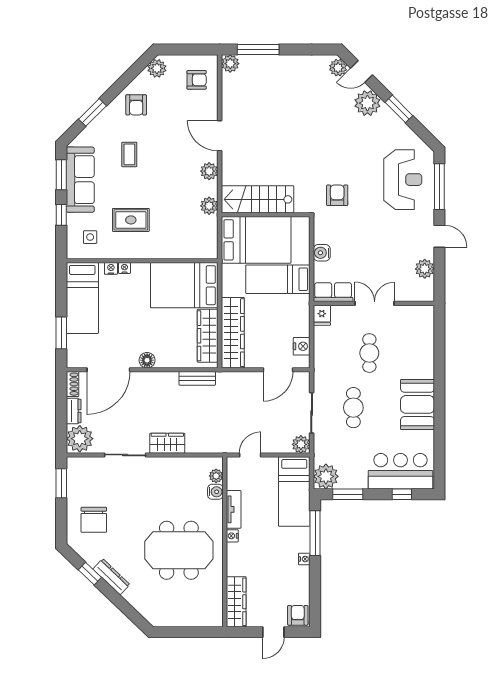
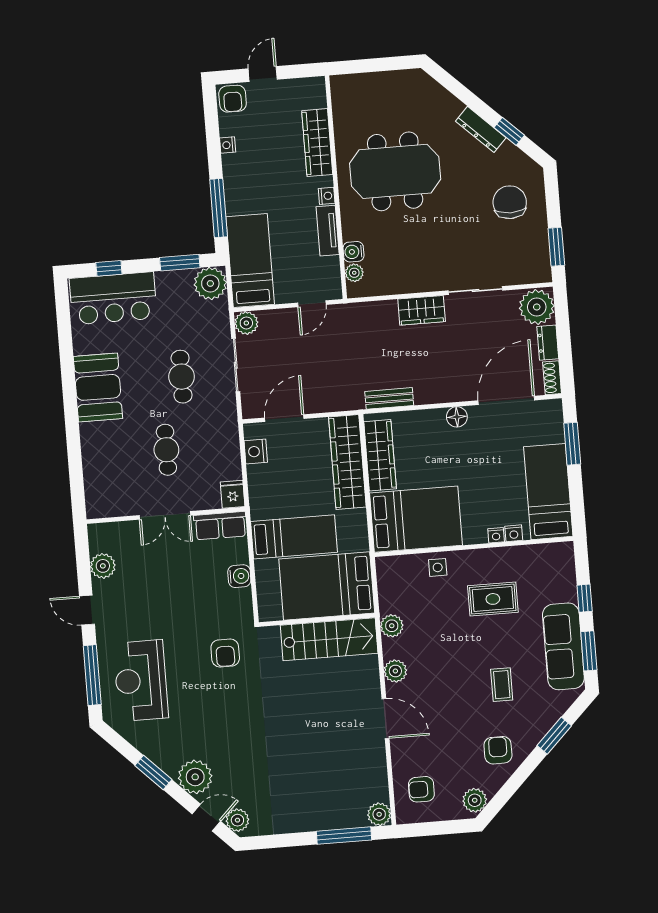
side table: (90, 237) -> (438, 567), moved
nightstand: (304, 559) -> (228, 145), moved
wardrobe: (236, 602) -> (317, 143), moved

